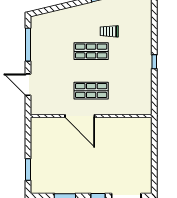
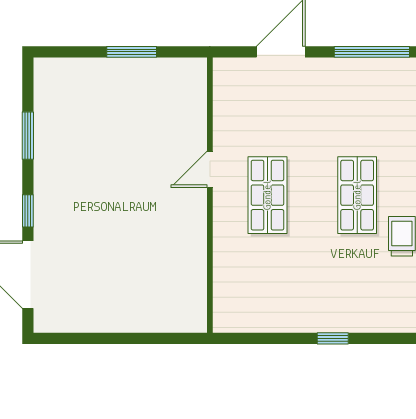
door: (80, 116) -> (210, 169), width x0.53
window: (28, 170) -> (132, 52), moved

